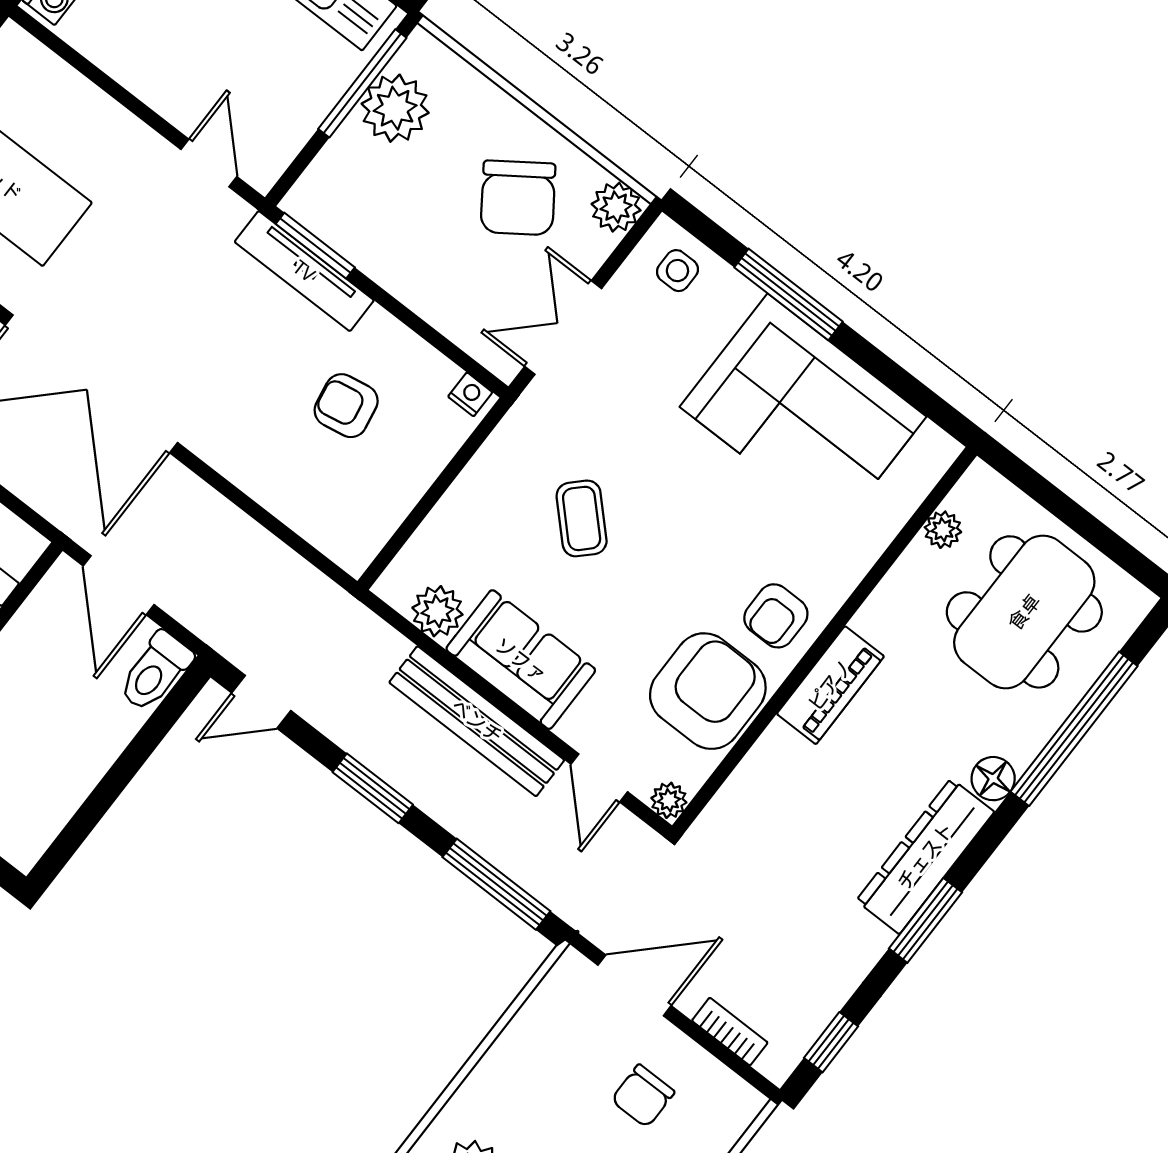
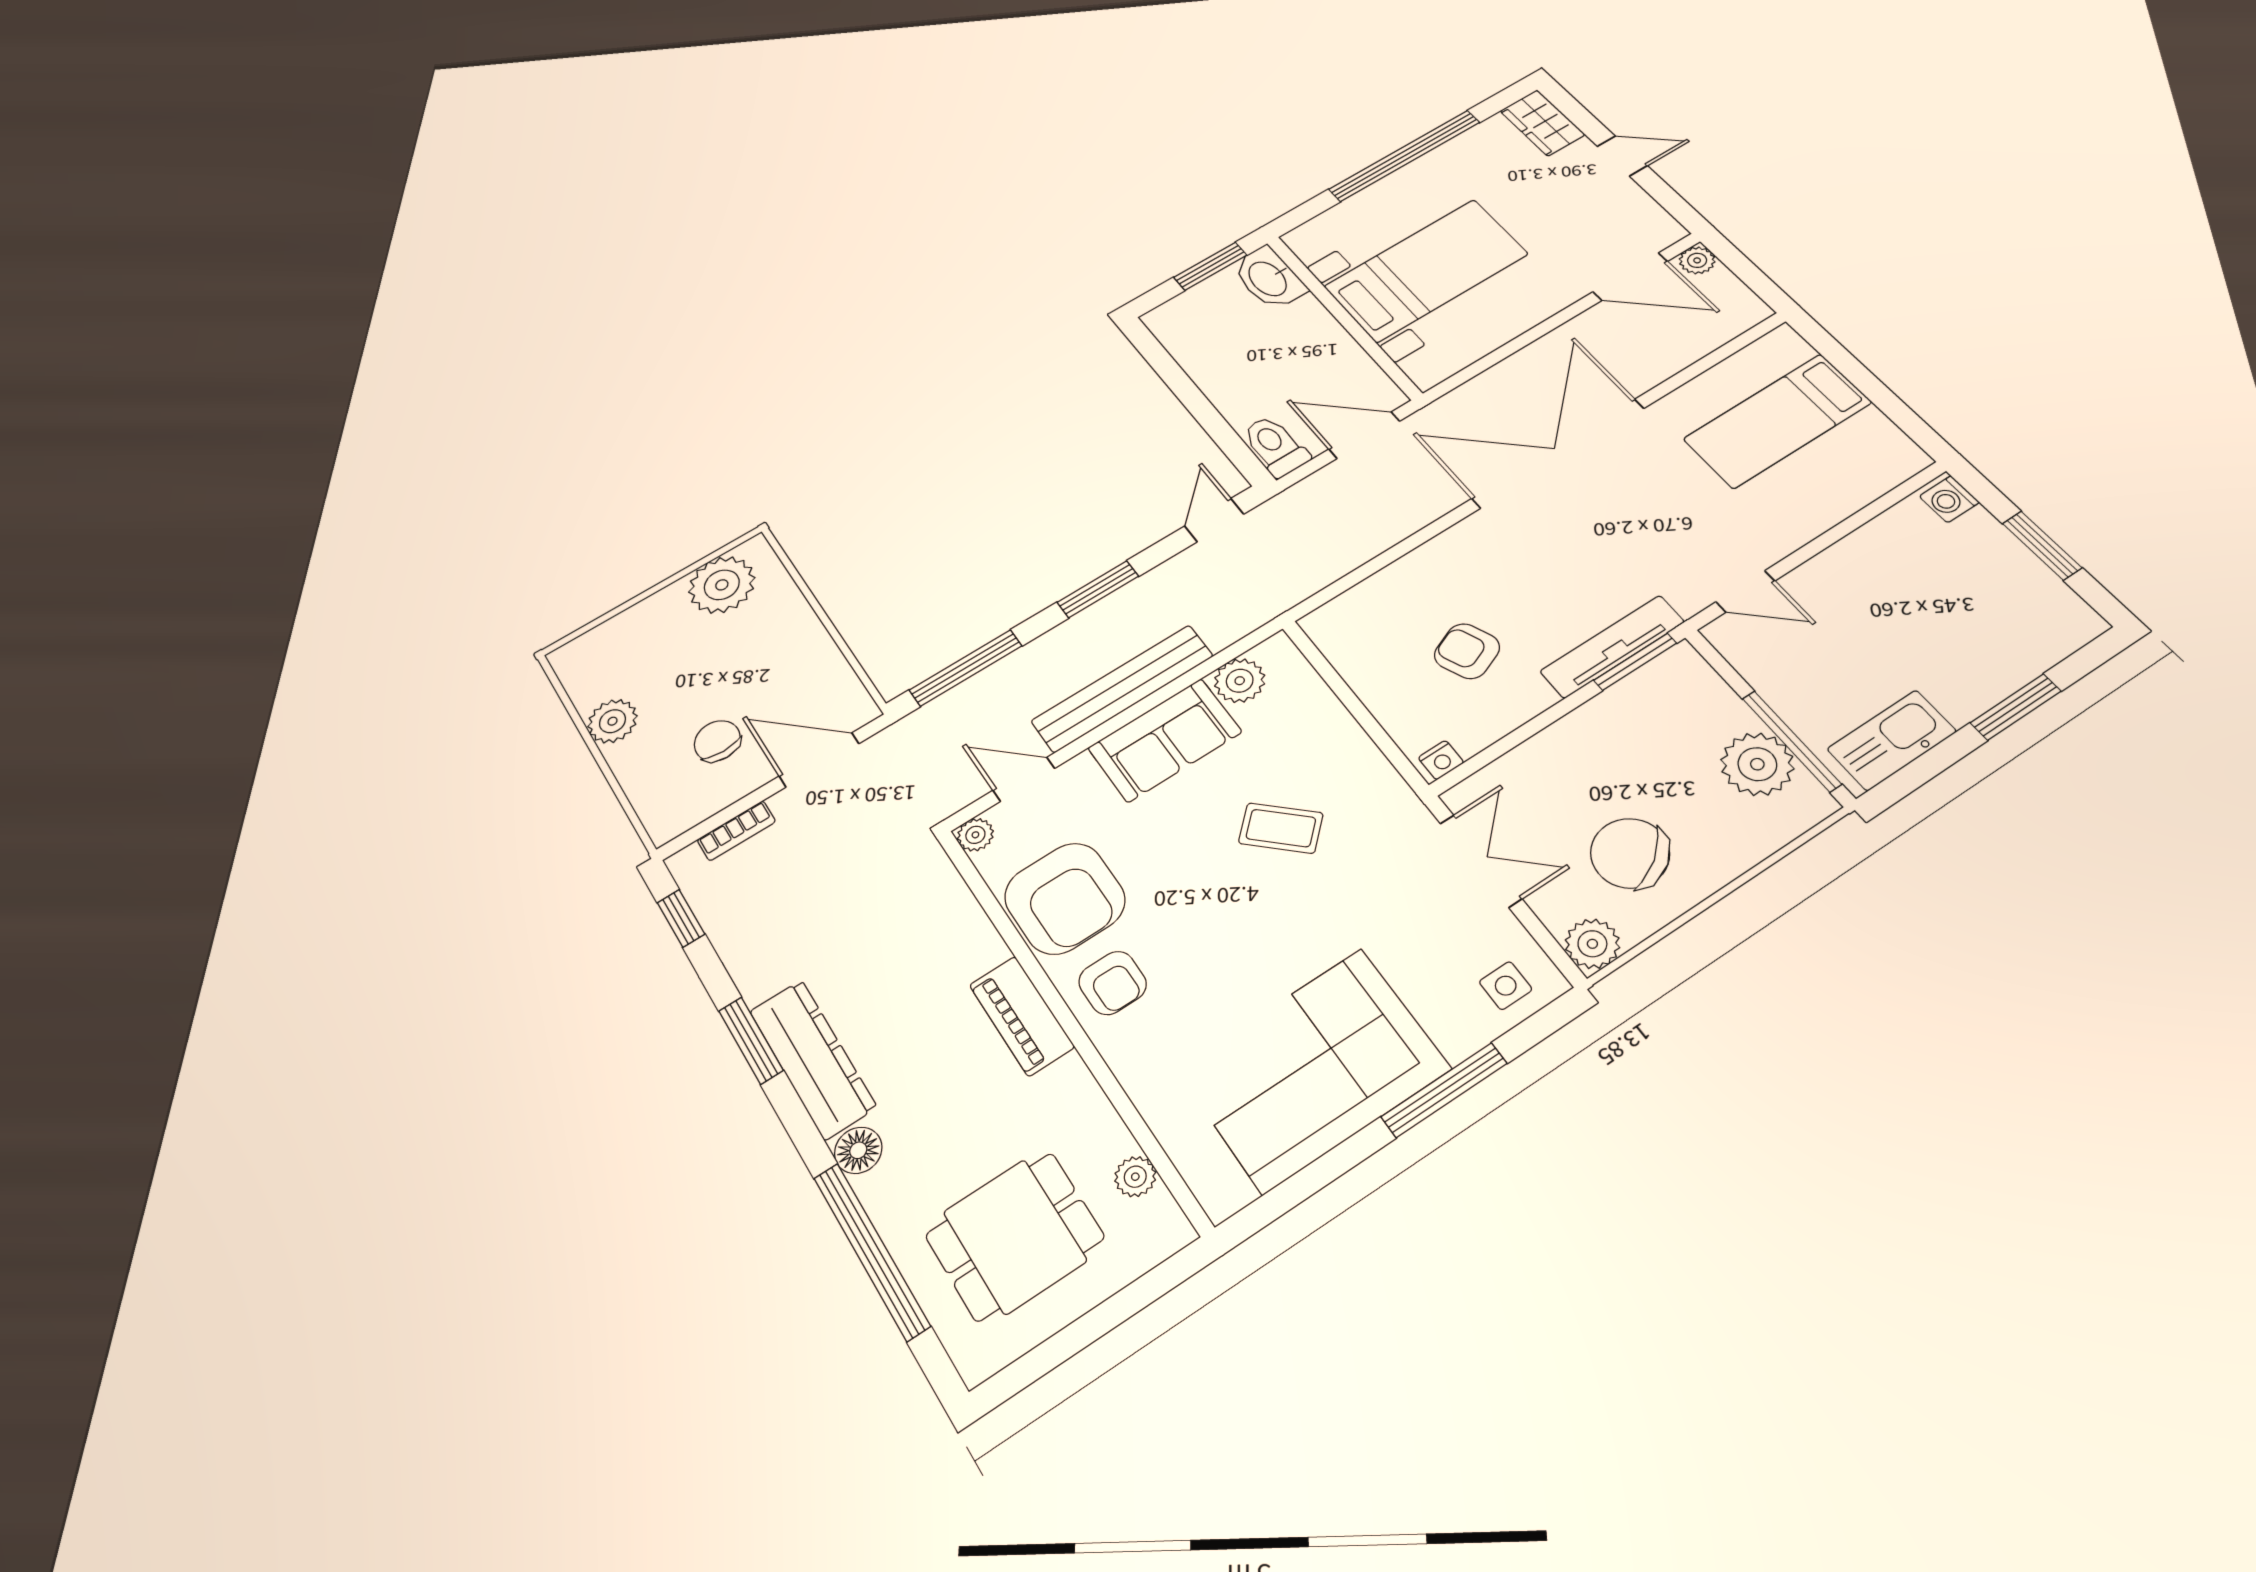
armchair: (346, 406) -> (1467, 651), turned -103
dining table: (1024, 612) -> (1015, 1236), width x0.73
armchair: (776, 616) -> (1113, 983), turned 180
door: (635, 985) -> (819, 760), swing flipped

